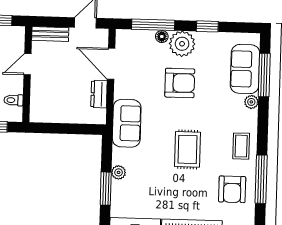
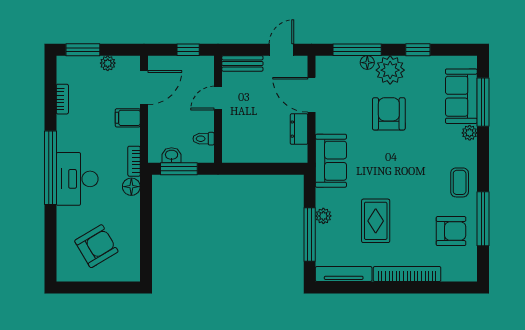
armchair: (180, 83) -> (389, 114), turned -90
rug: (188, 149) -> (376, 221), moved
window: (106, 189) -> (310, 234), width x1.44
armchair: (232, 189) -> (451, 231), turned -90

